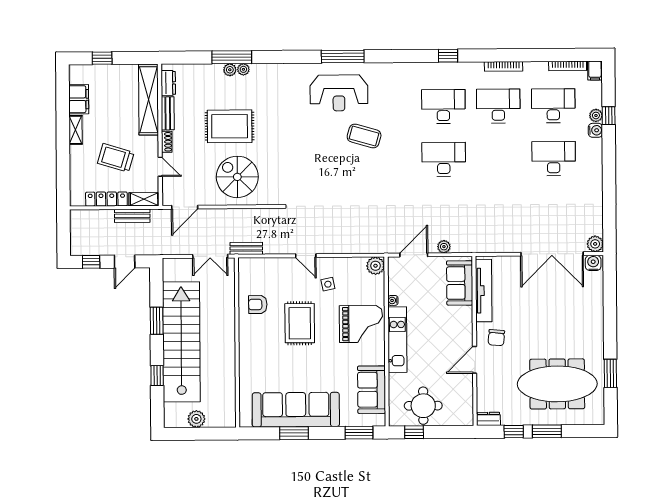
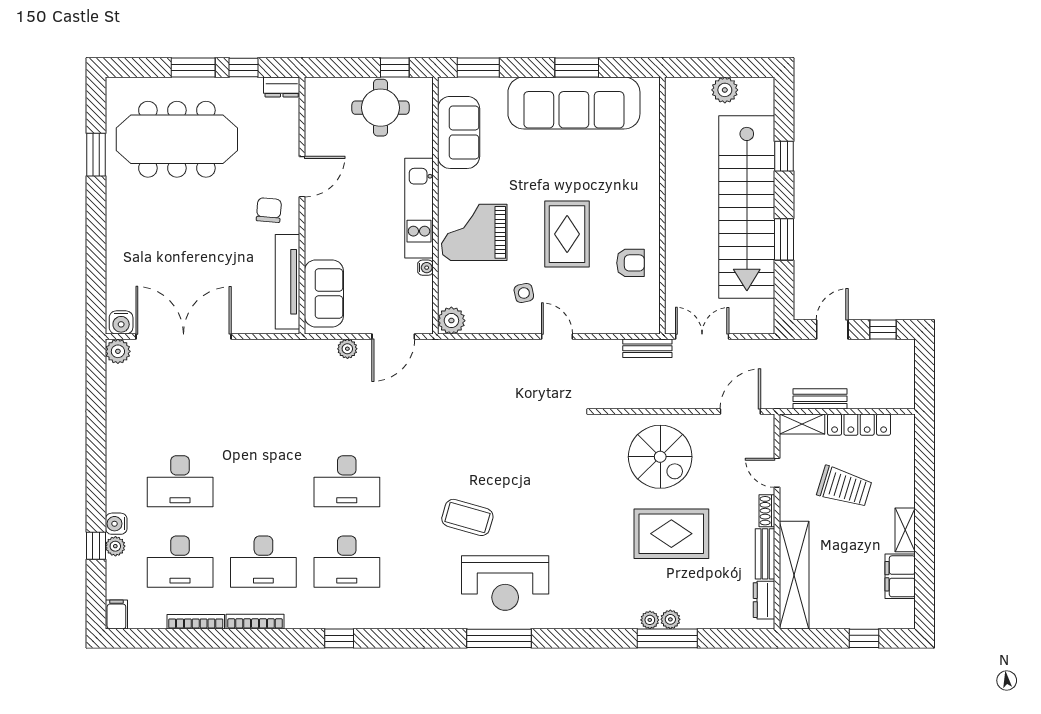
bookcase: (568, 66) -> (196, 622), moved
reception desk: (339, 93) -> (505, 583), turned 180

